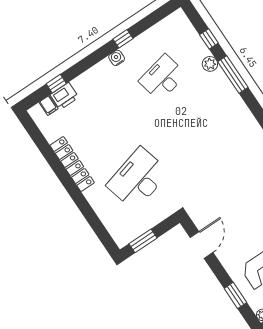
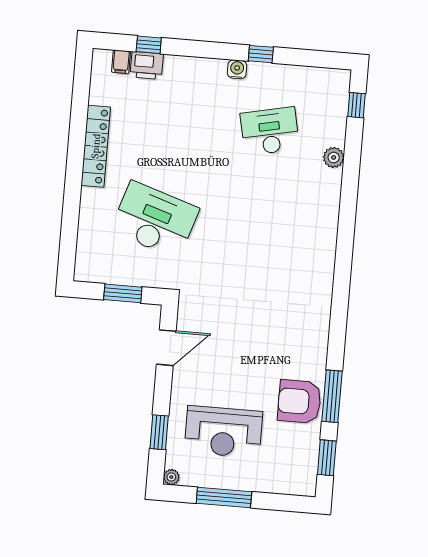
window: (209, 39) -> (356, 105), moved
window: (233, 74) -> (349, 189), removed
desk: (138, 179) -> (155, 220), turned 33
window: (143, 241) -> (123, 293), moved

